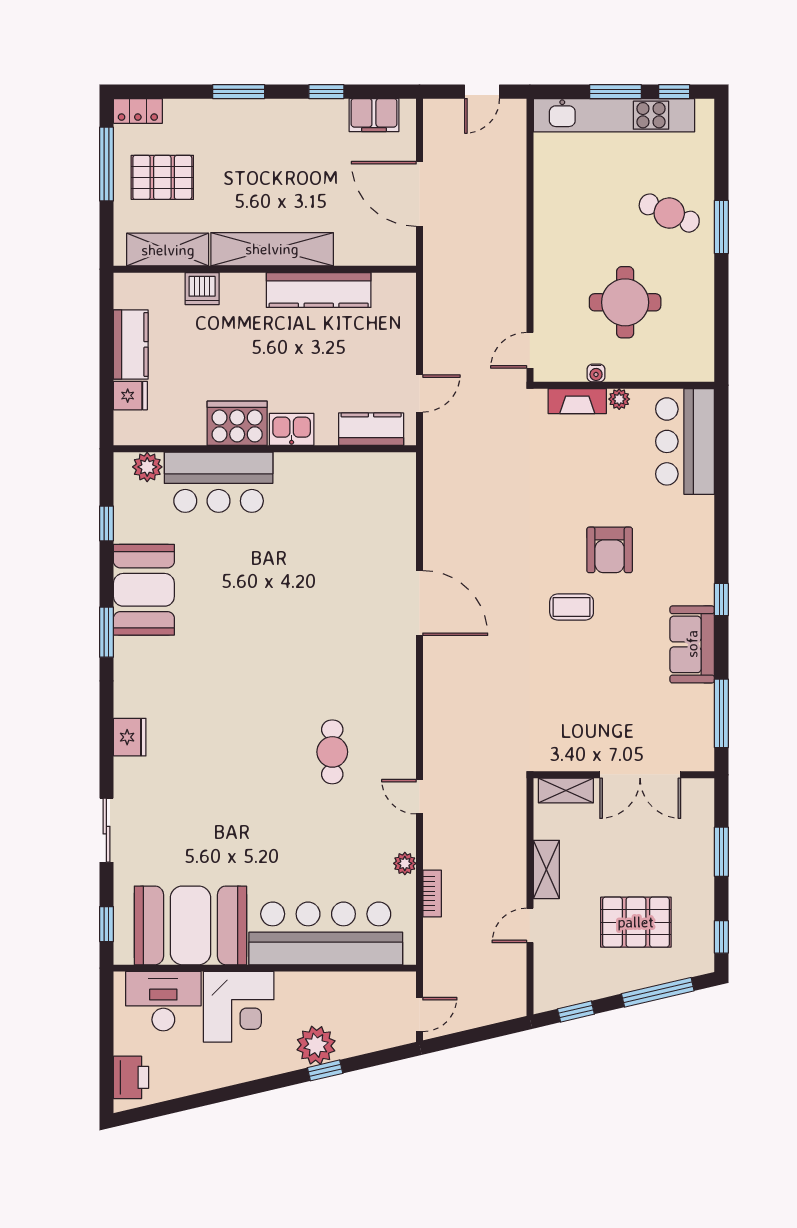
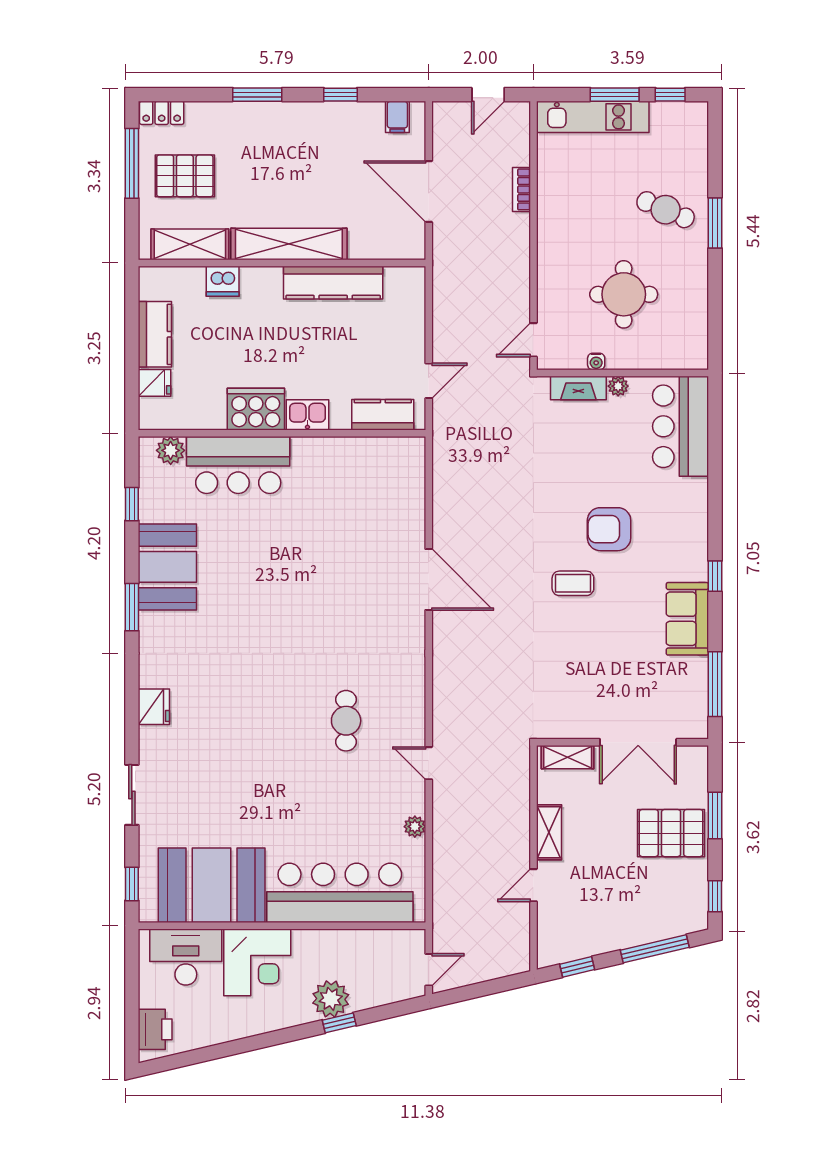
filing cabinet: (374, 115) -> (397, 117), width x0.50
kitchen unit: (614, 115) -> (593, 117), width x0.73
armchair: (610, 550) -> (609, 529), turned 90
bookcase: (432, 893) -> (521, 189), moved, turned 180
pallet: (636, 922) -> (671, 833), moved

